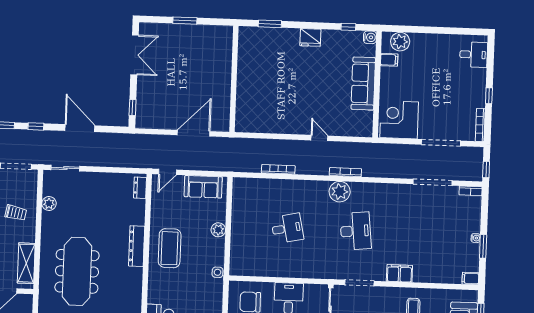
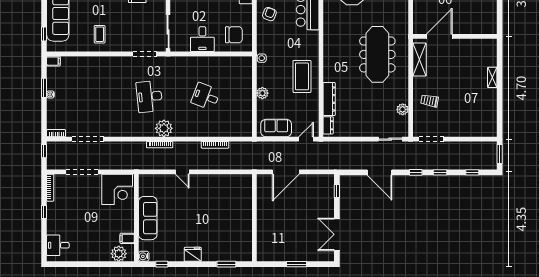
desk: (287, 228) -> (206, 96), turned 33
dresser: (137, 246) -> (329, 99), moved
filing cabinet: (399, 273) -> (112, 63), removed

